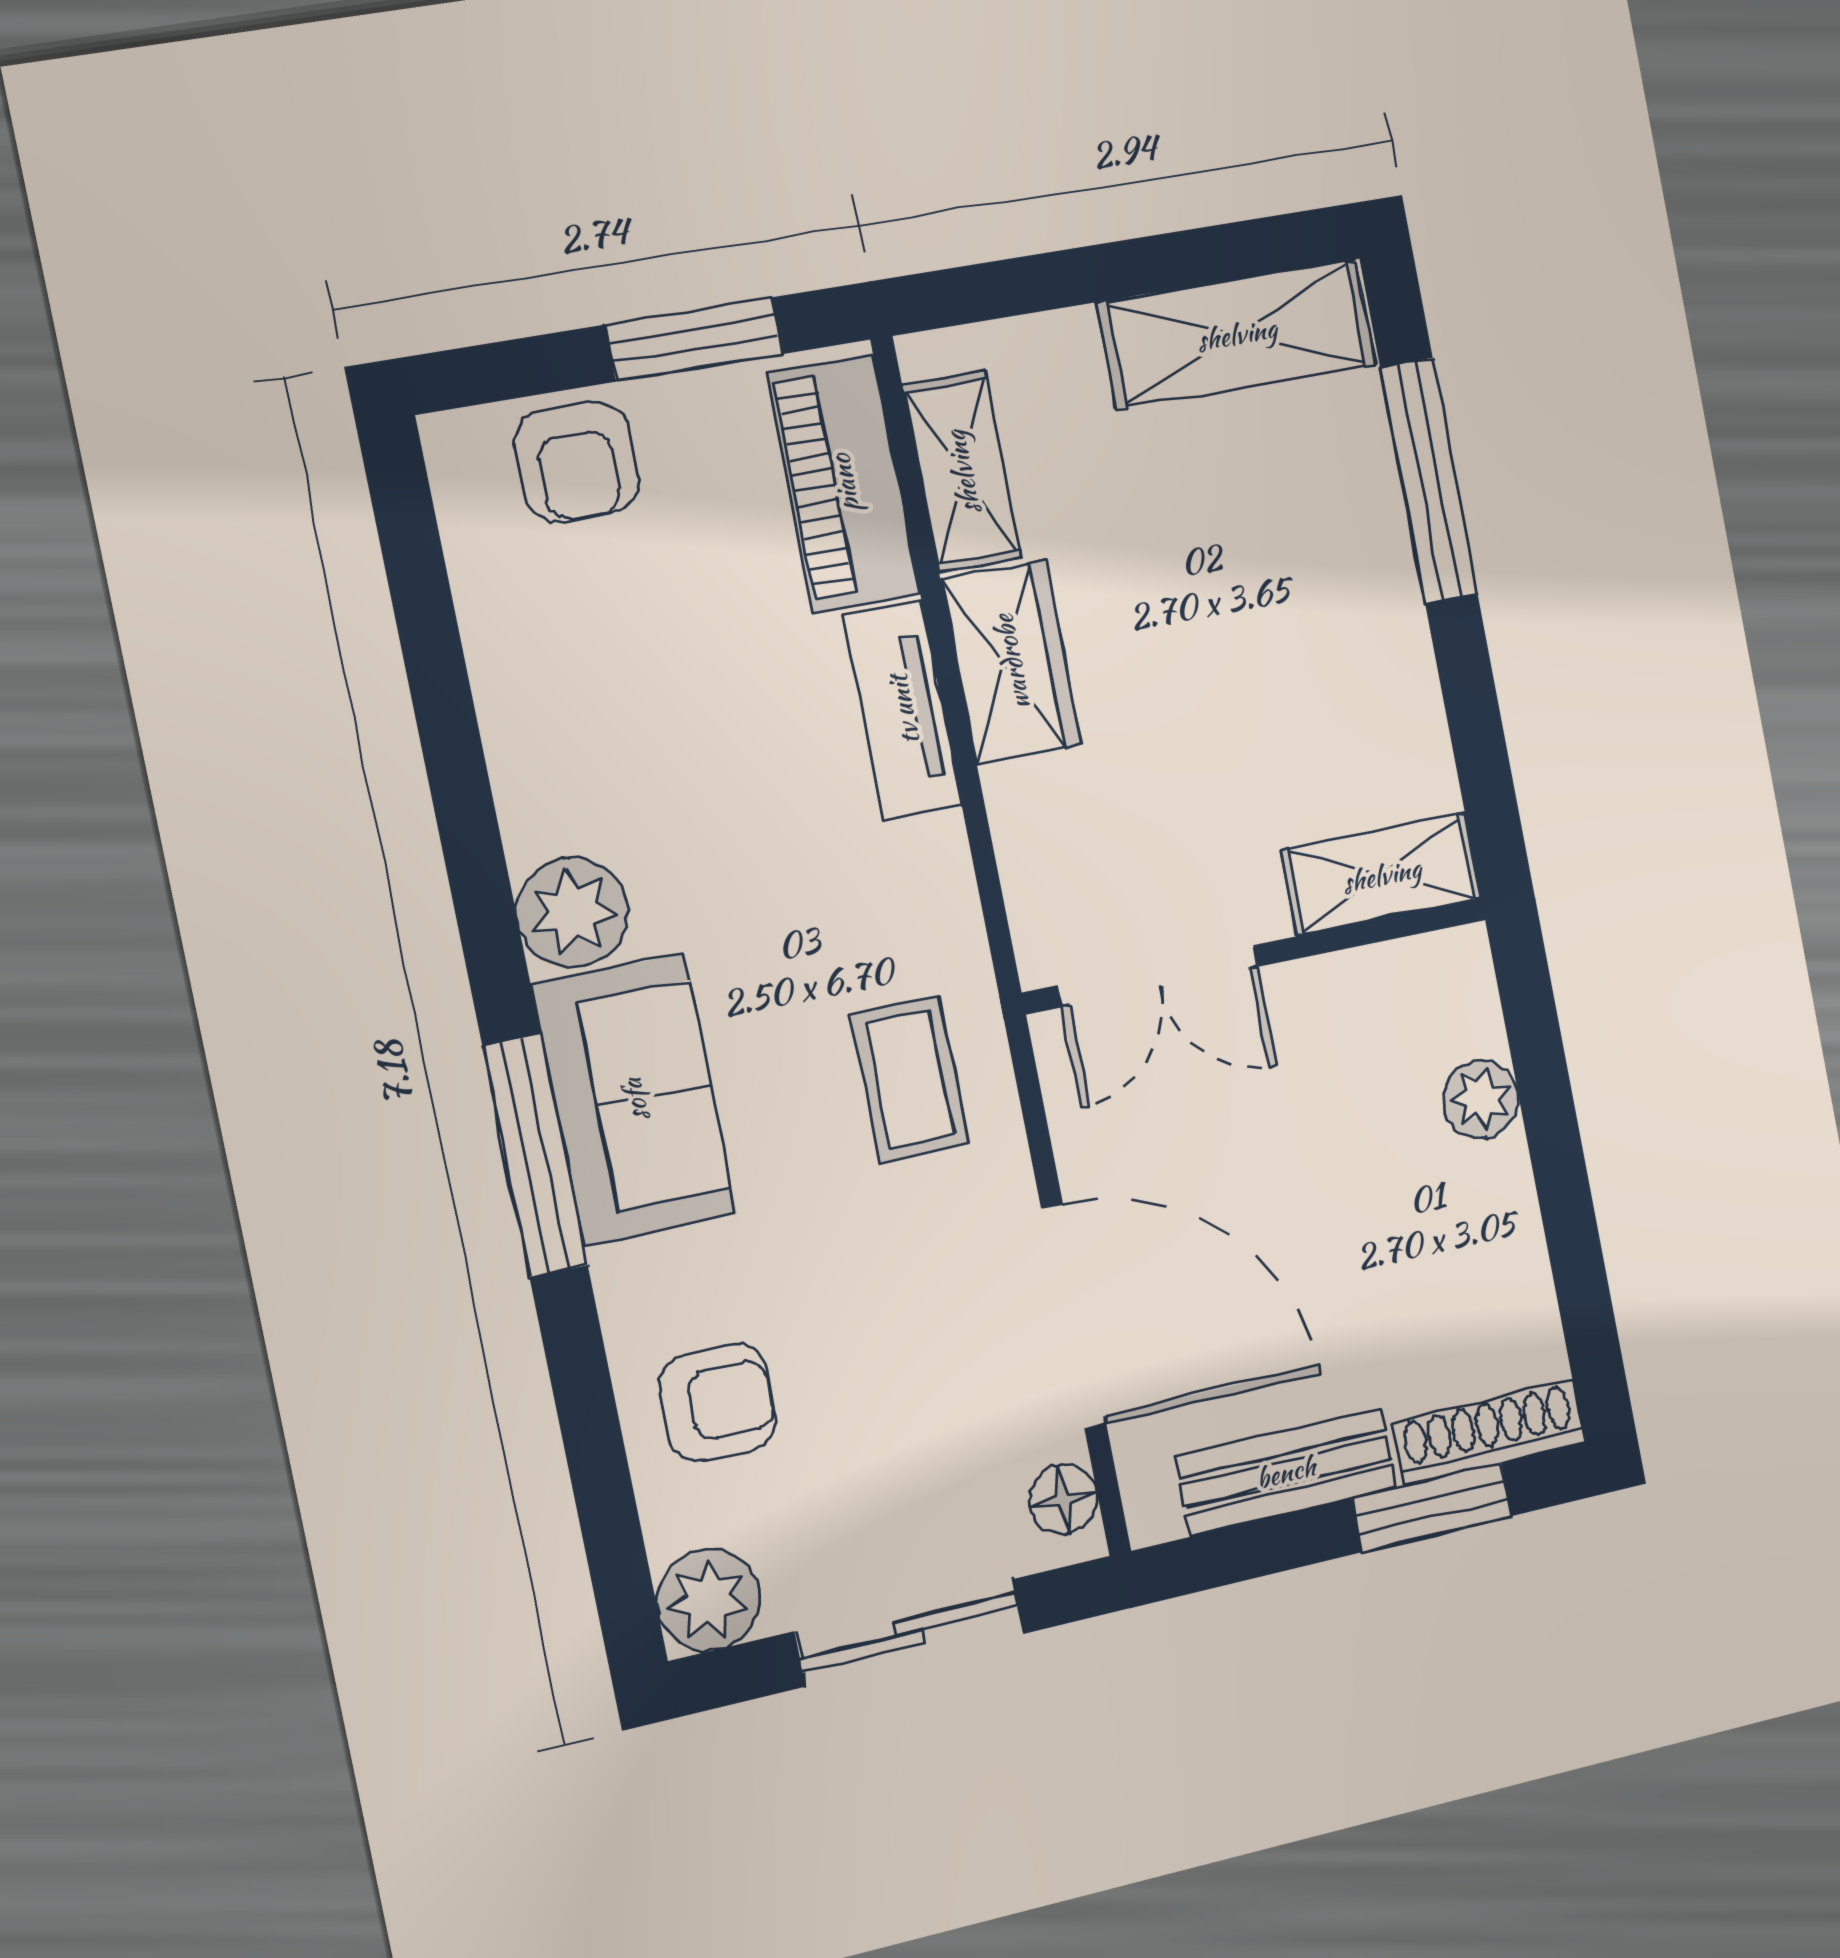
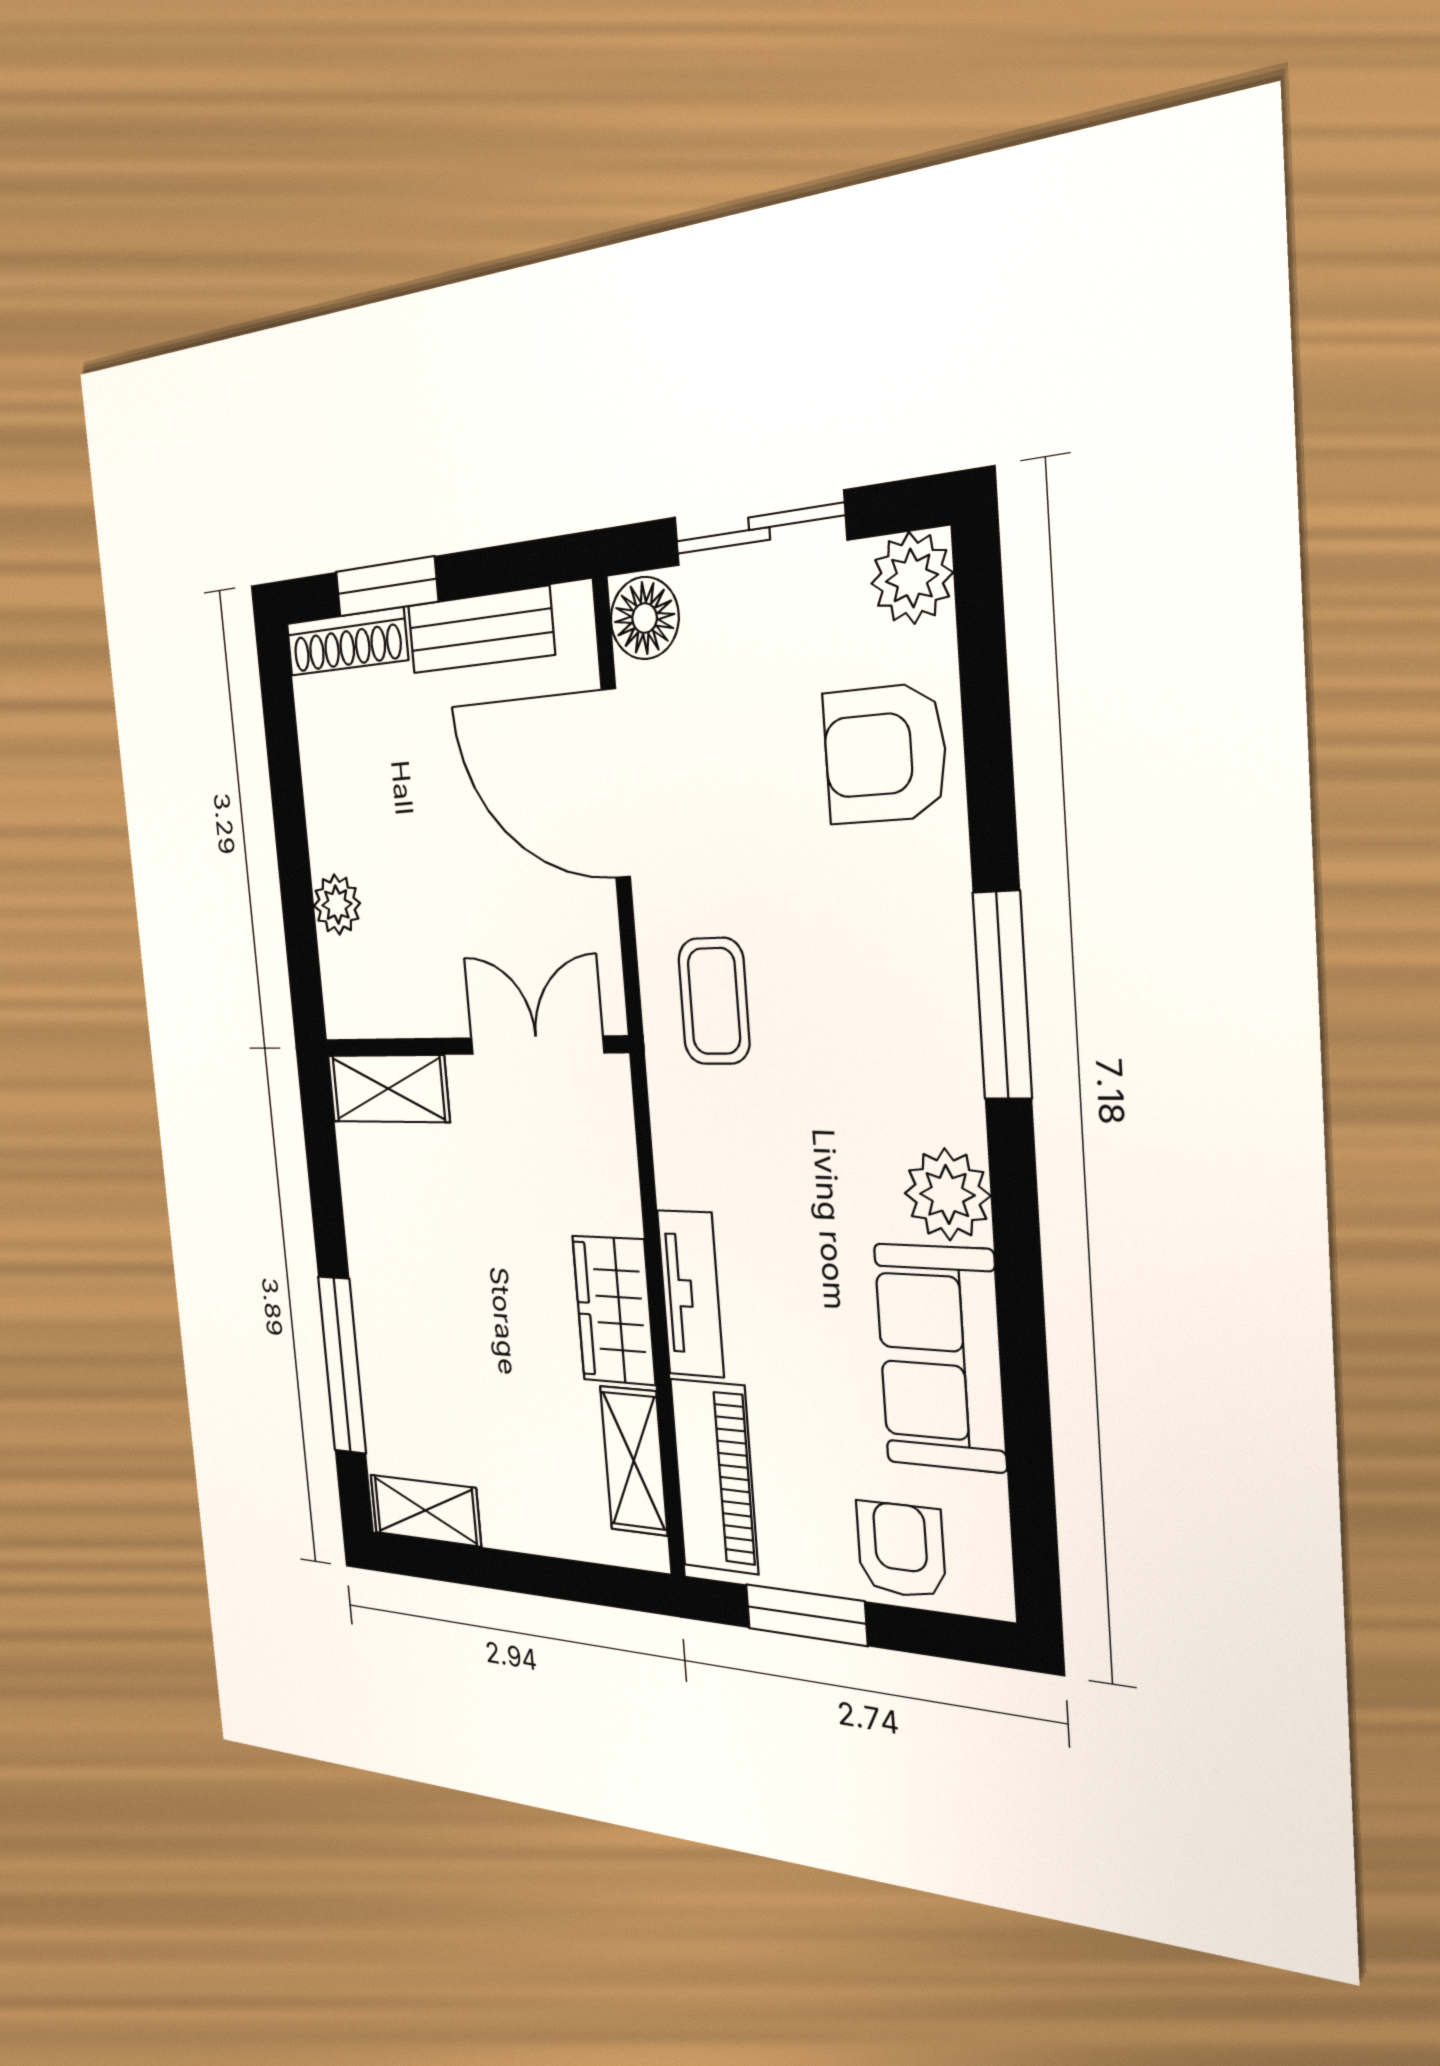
shelving: (1237, 334) -> (425, 1510), width x0.67, depth x0.75
sofa: (634, 1100) -> (940, 1357), moved
armchair: (718, 1403) -> (885, 754), width x1.38, depth x1.38
floor lamp: (1063, 1499) -> (645, 618), width x1.37, depth x1.37

